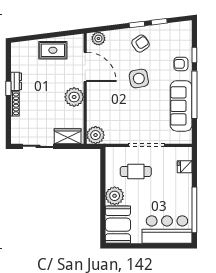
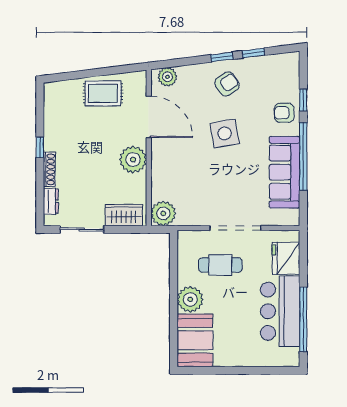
dresser: (16, 81) -> (51, 201), moved
fridge: (185, 167) -> (286, 258), width x1.88, depth x1.34
bar counter: (167, 230) -> (280, 311), moved, turned -90

